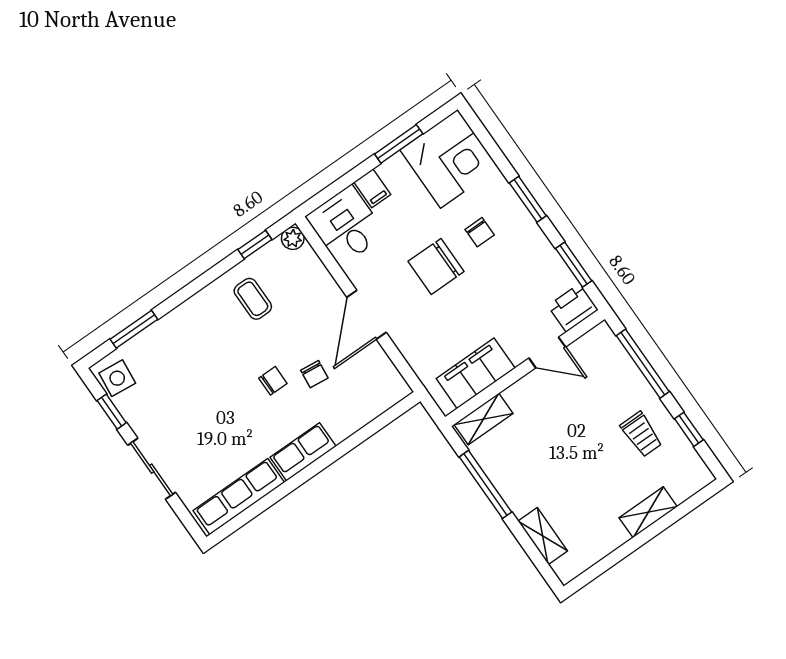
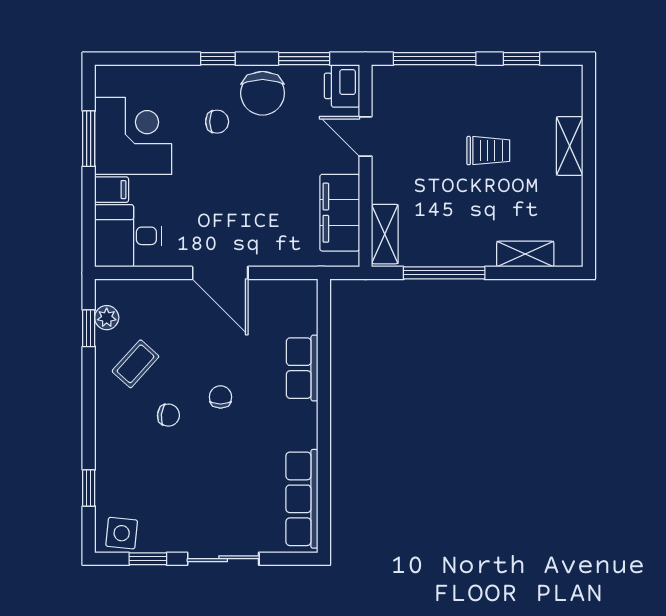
corner desk: (449, 159) -> (133, 136), moved
window: (528, 199) -> (218, 59), width x0.67
plant: (293, 238) -> (107, 318), moved
chair: (436, 266) -> (263, 93), moved
coffee table: (253, 299) -> (135, 364), turned -48
window: (134, 329) -> (89, 488), width x0.67
door: (547, 352) -> (366, 136), swing flipped
chair: (314, 374) -> (168, 415), moved
trolley: (641, 434) -> (488, 151), moved
row of seats: (303, 452) -> (302, 368), moved

